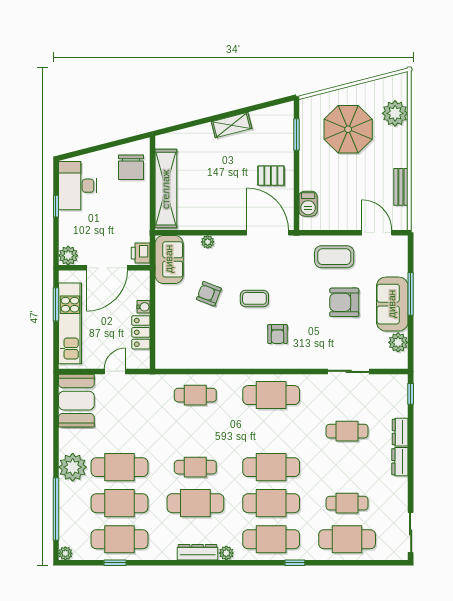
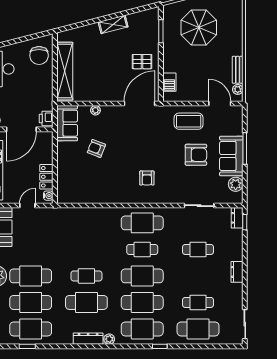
plant: (395, 113) -> (238, 89), moved, width x0.53, depth x0.53
door: (268, 233) -> (140, 104), hinge flipped
coffee table: (254, 298) -> (130, 152), removed
armchair: (344, 302) -> (196, 155), turned 180
water cooler: (143, 307) -> (48, 196), moved
cafe table: (195, 395) -> (142, 249), moved
dresser: (400, 432) -> (237, 218), moved

